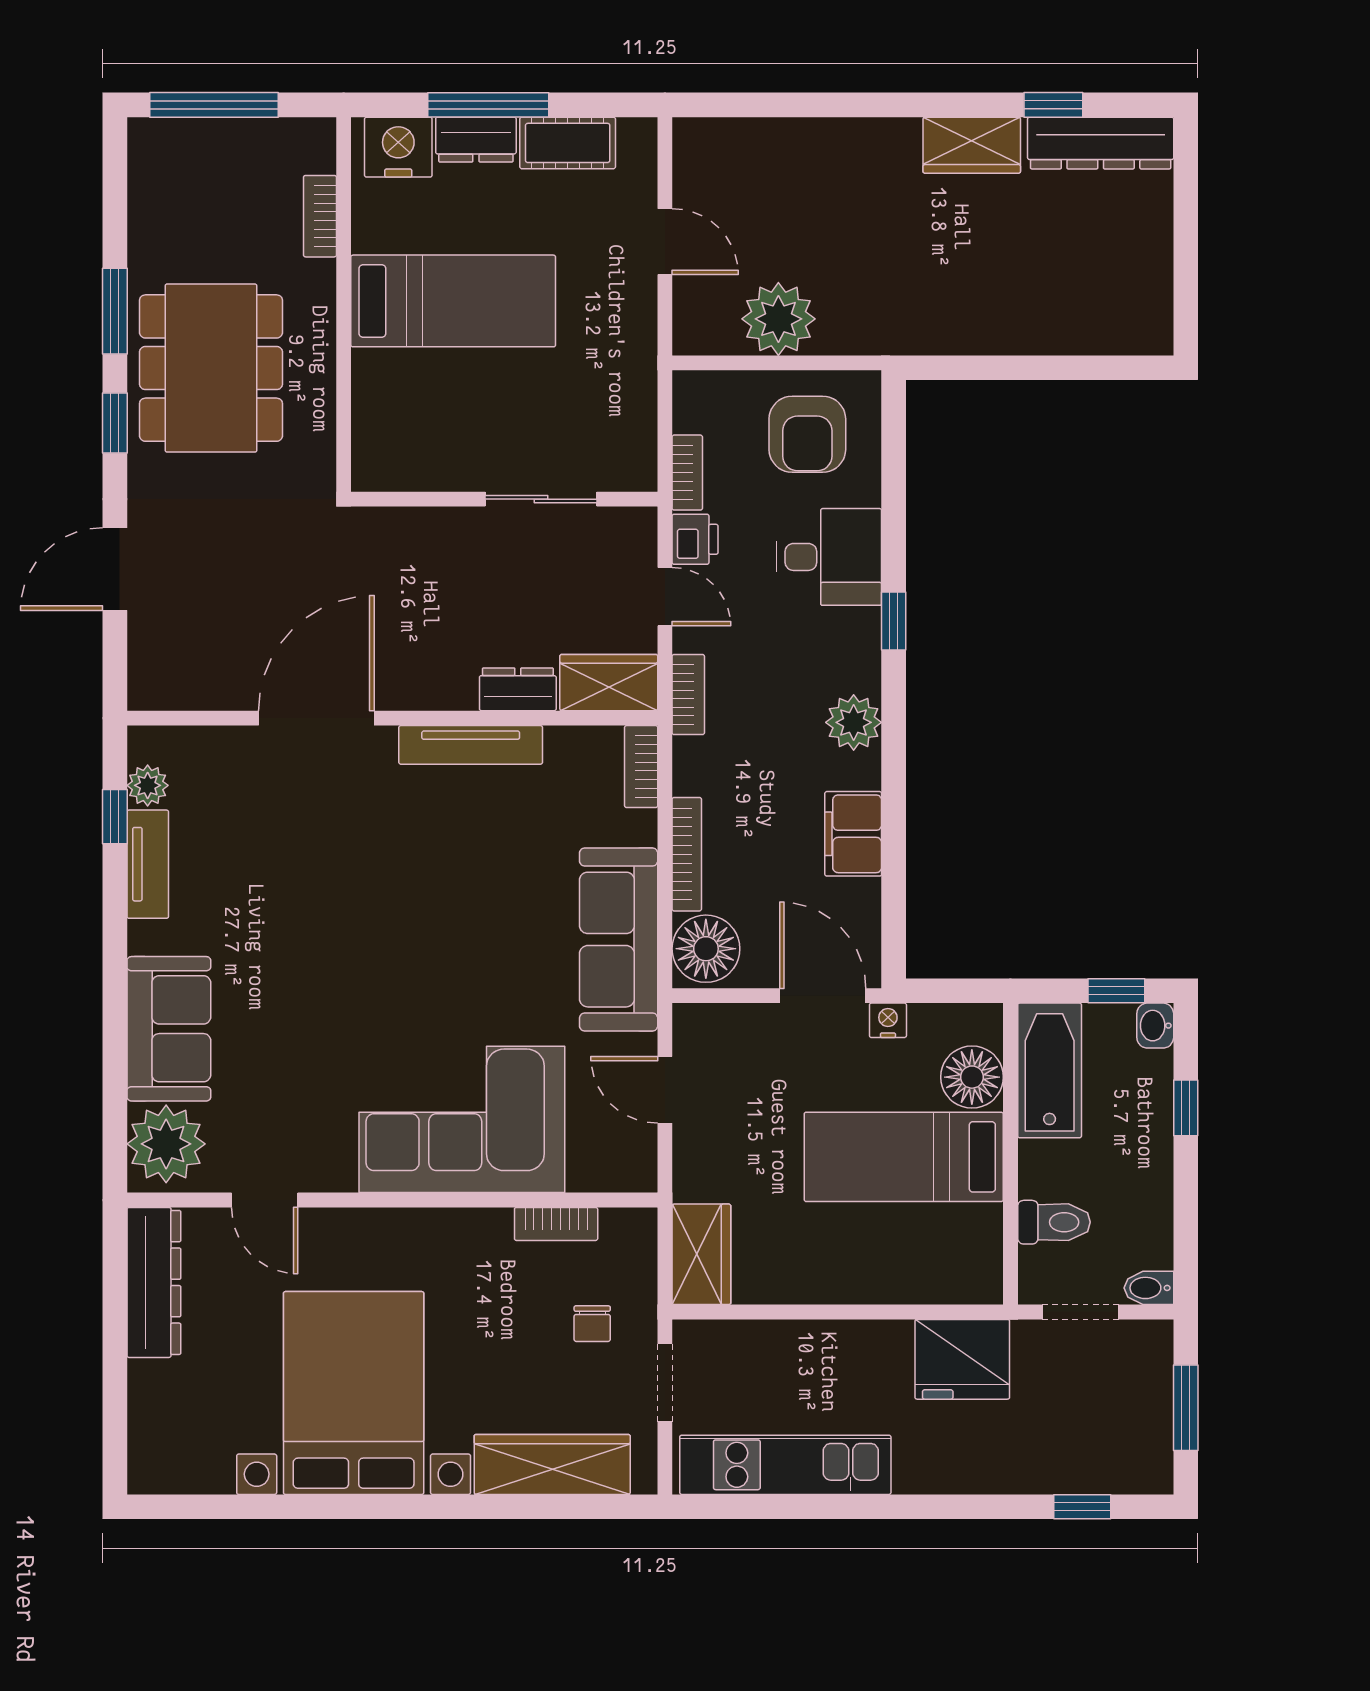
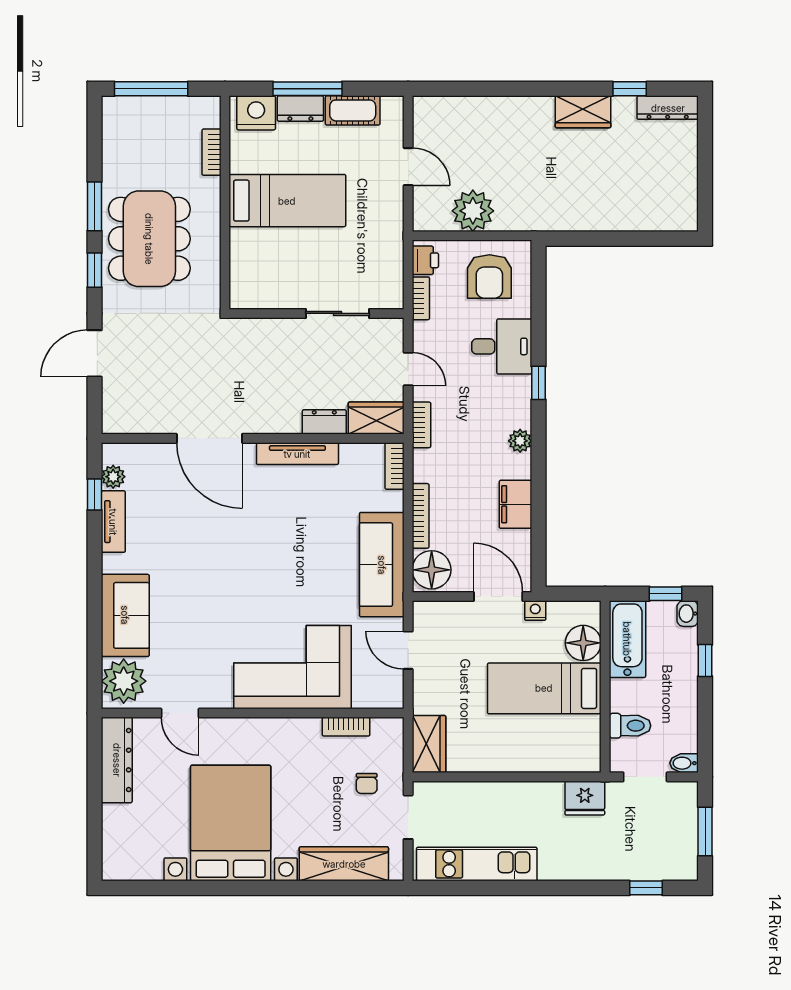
dresser: (1101, 143) -> (668, 108), width x0.73, depth x0.80
printer: (695, 539) -> (425, 260), moved
door: (316, 718) -> (209, 438), swing flipped
plant: (854, 722) -> (520, 441), width x0.73, depth x0.73
fridge: (962, 1359) -> (585, 798), width x0.73, depth x0.75

